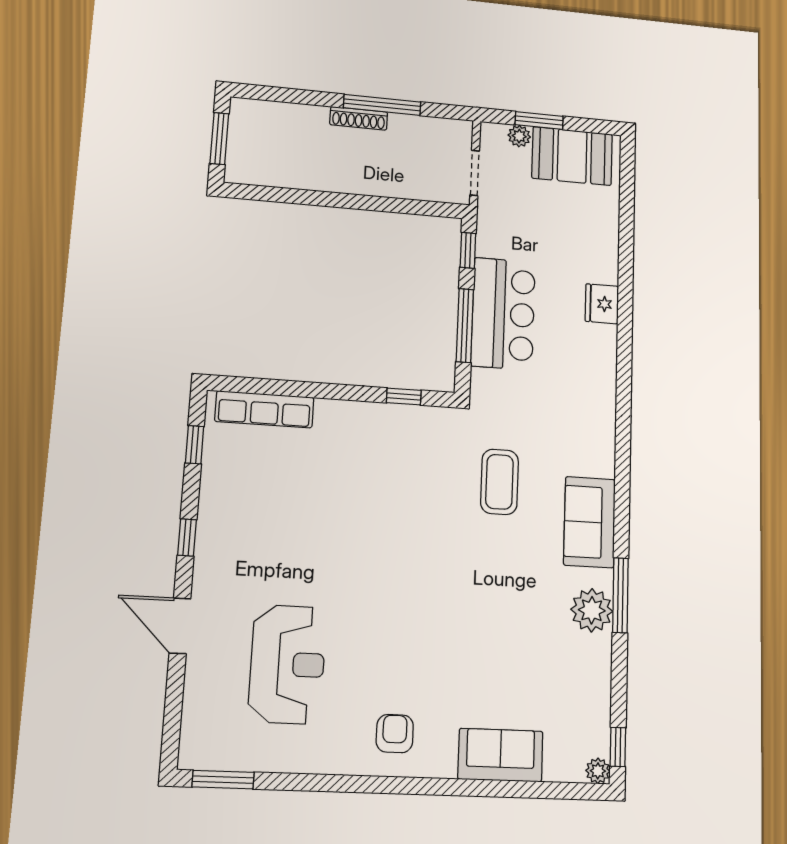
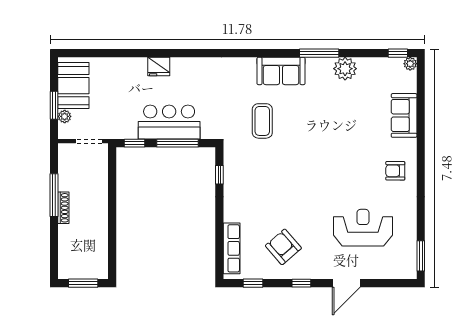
coffee table: (500, 482) -> (262, 121), turned 90
armchair: (260, 507) -> (283, 247), added
plant: (592, 610) -> (345, 69), moved

